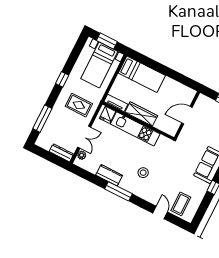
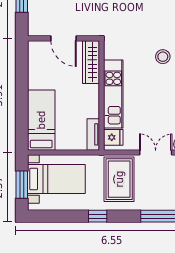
rug: (79, 105) -> (119, 179), width x1.36, depth x1.43
wardrobe: (141, 114) -> (91, 62), moved

